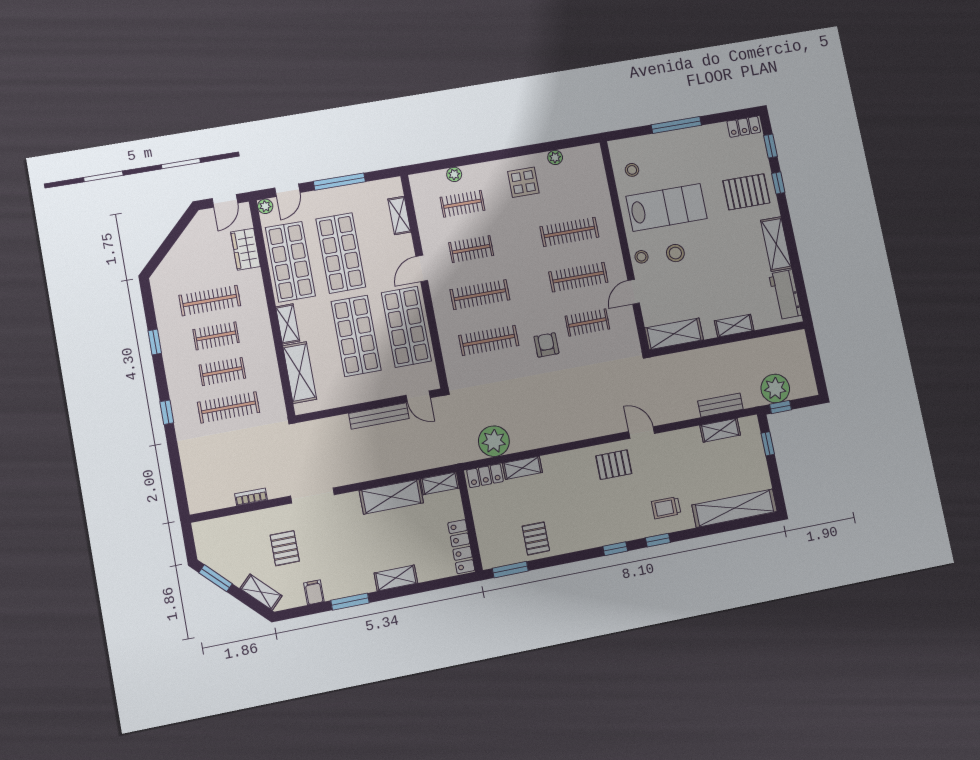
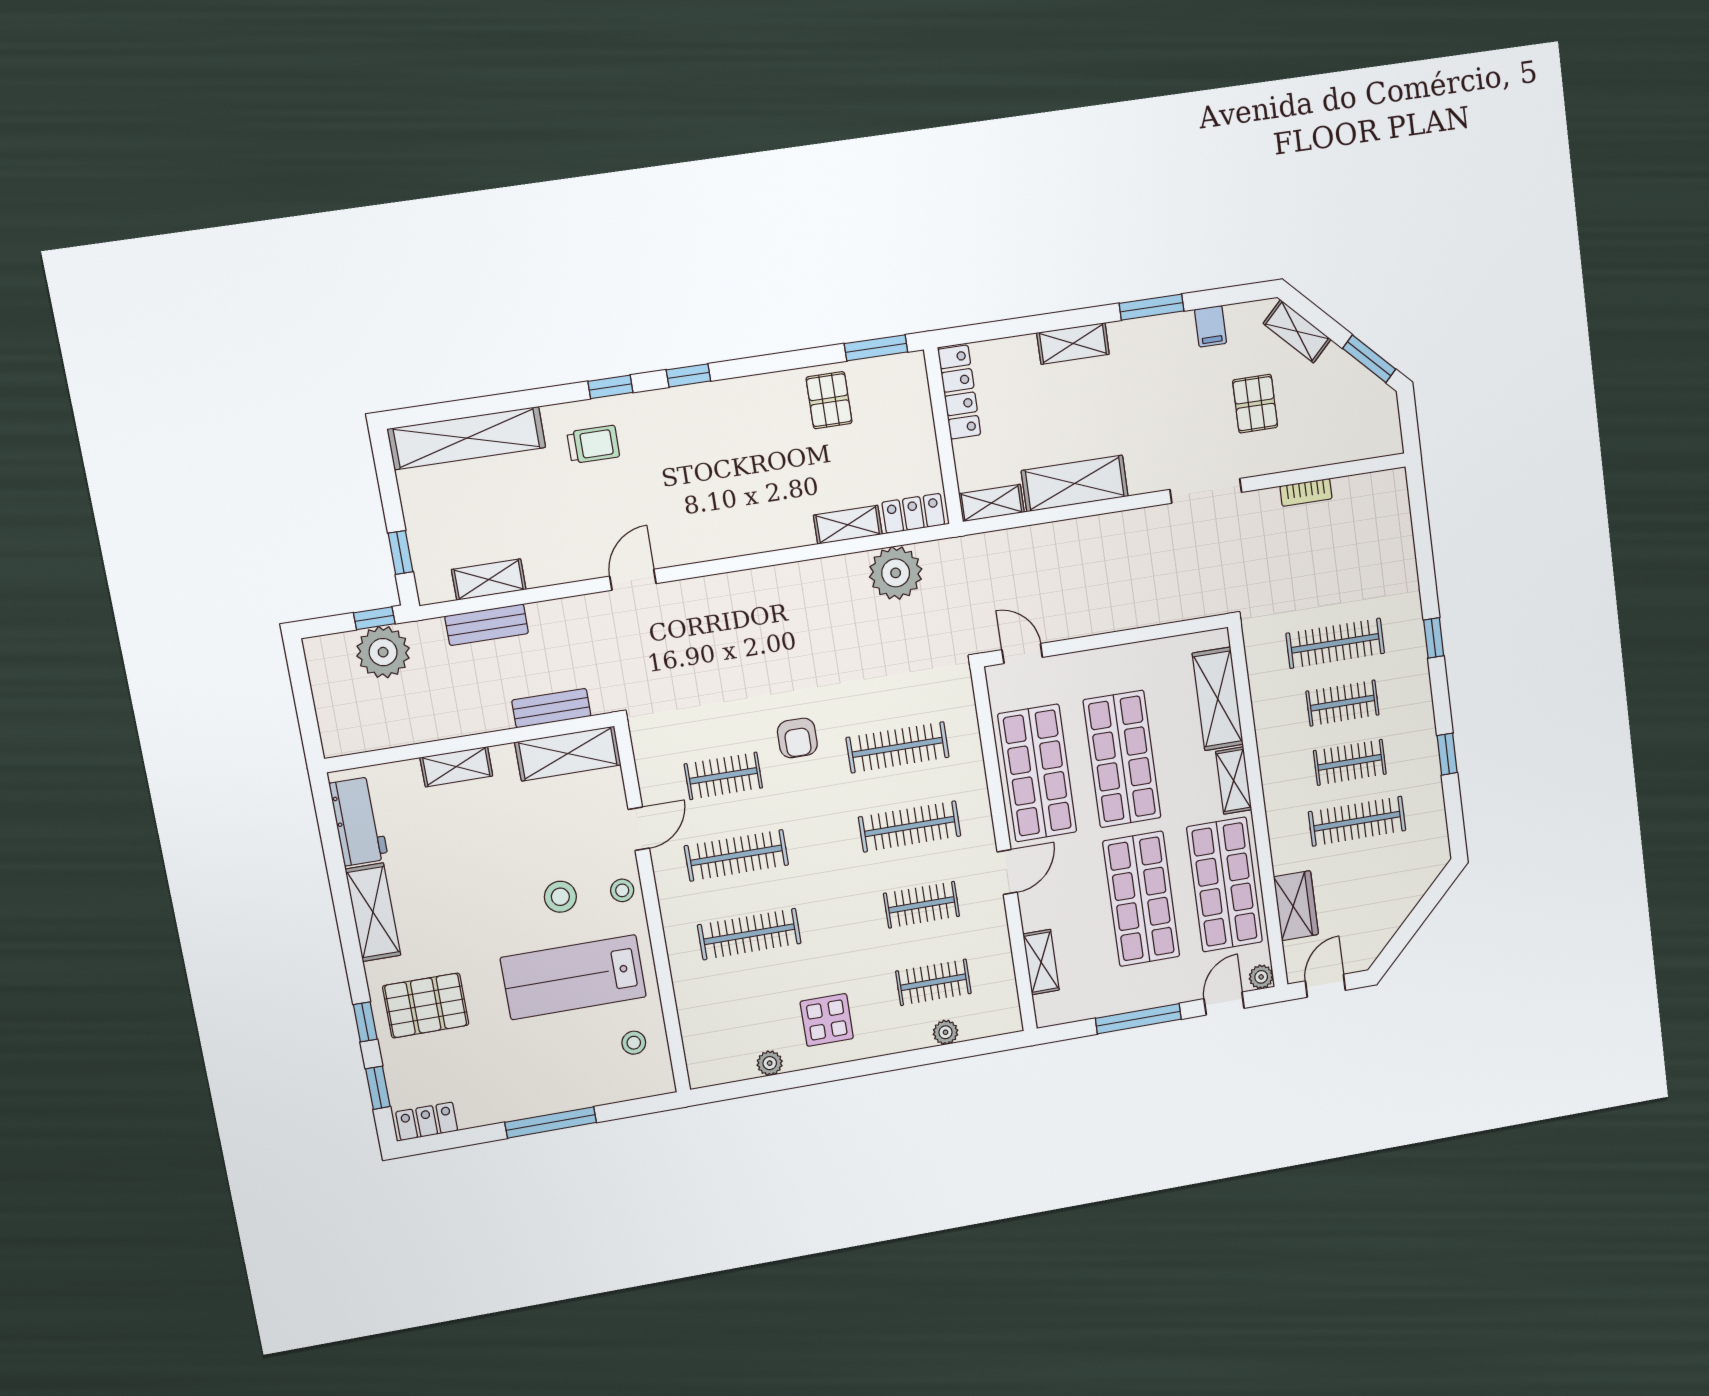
bench: (379, 416) -> (551, 708), moved, width x0.73
door: (642, 433) -> (633, 580), swing flipped
pallet: (614, 465) -> (685, 525), removed

